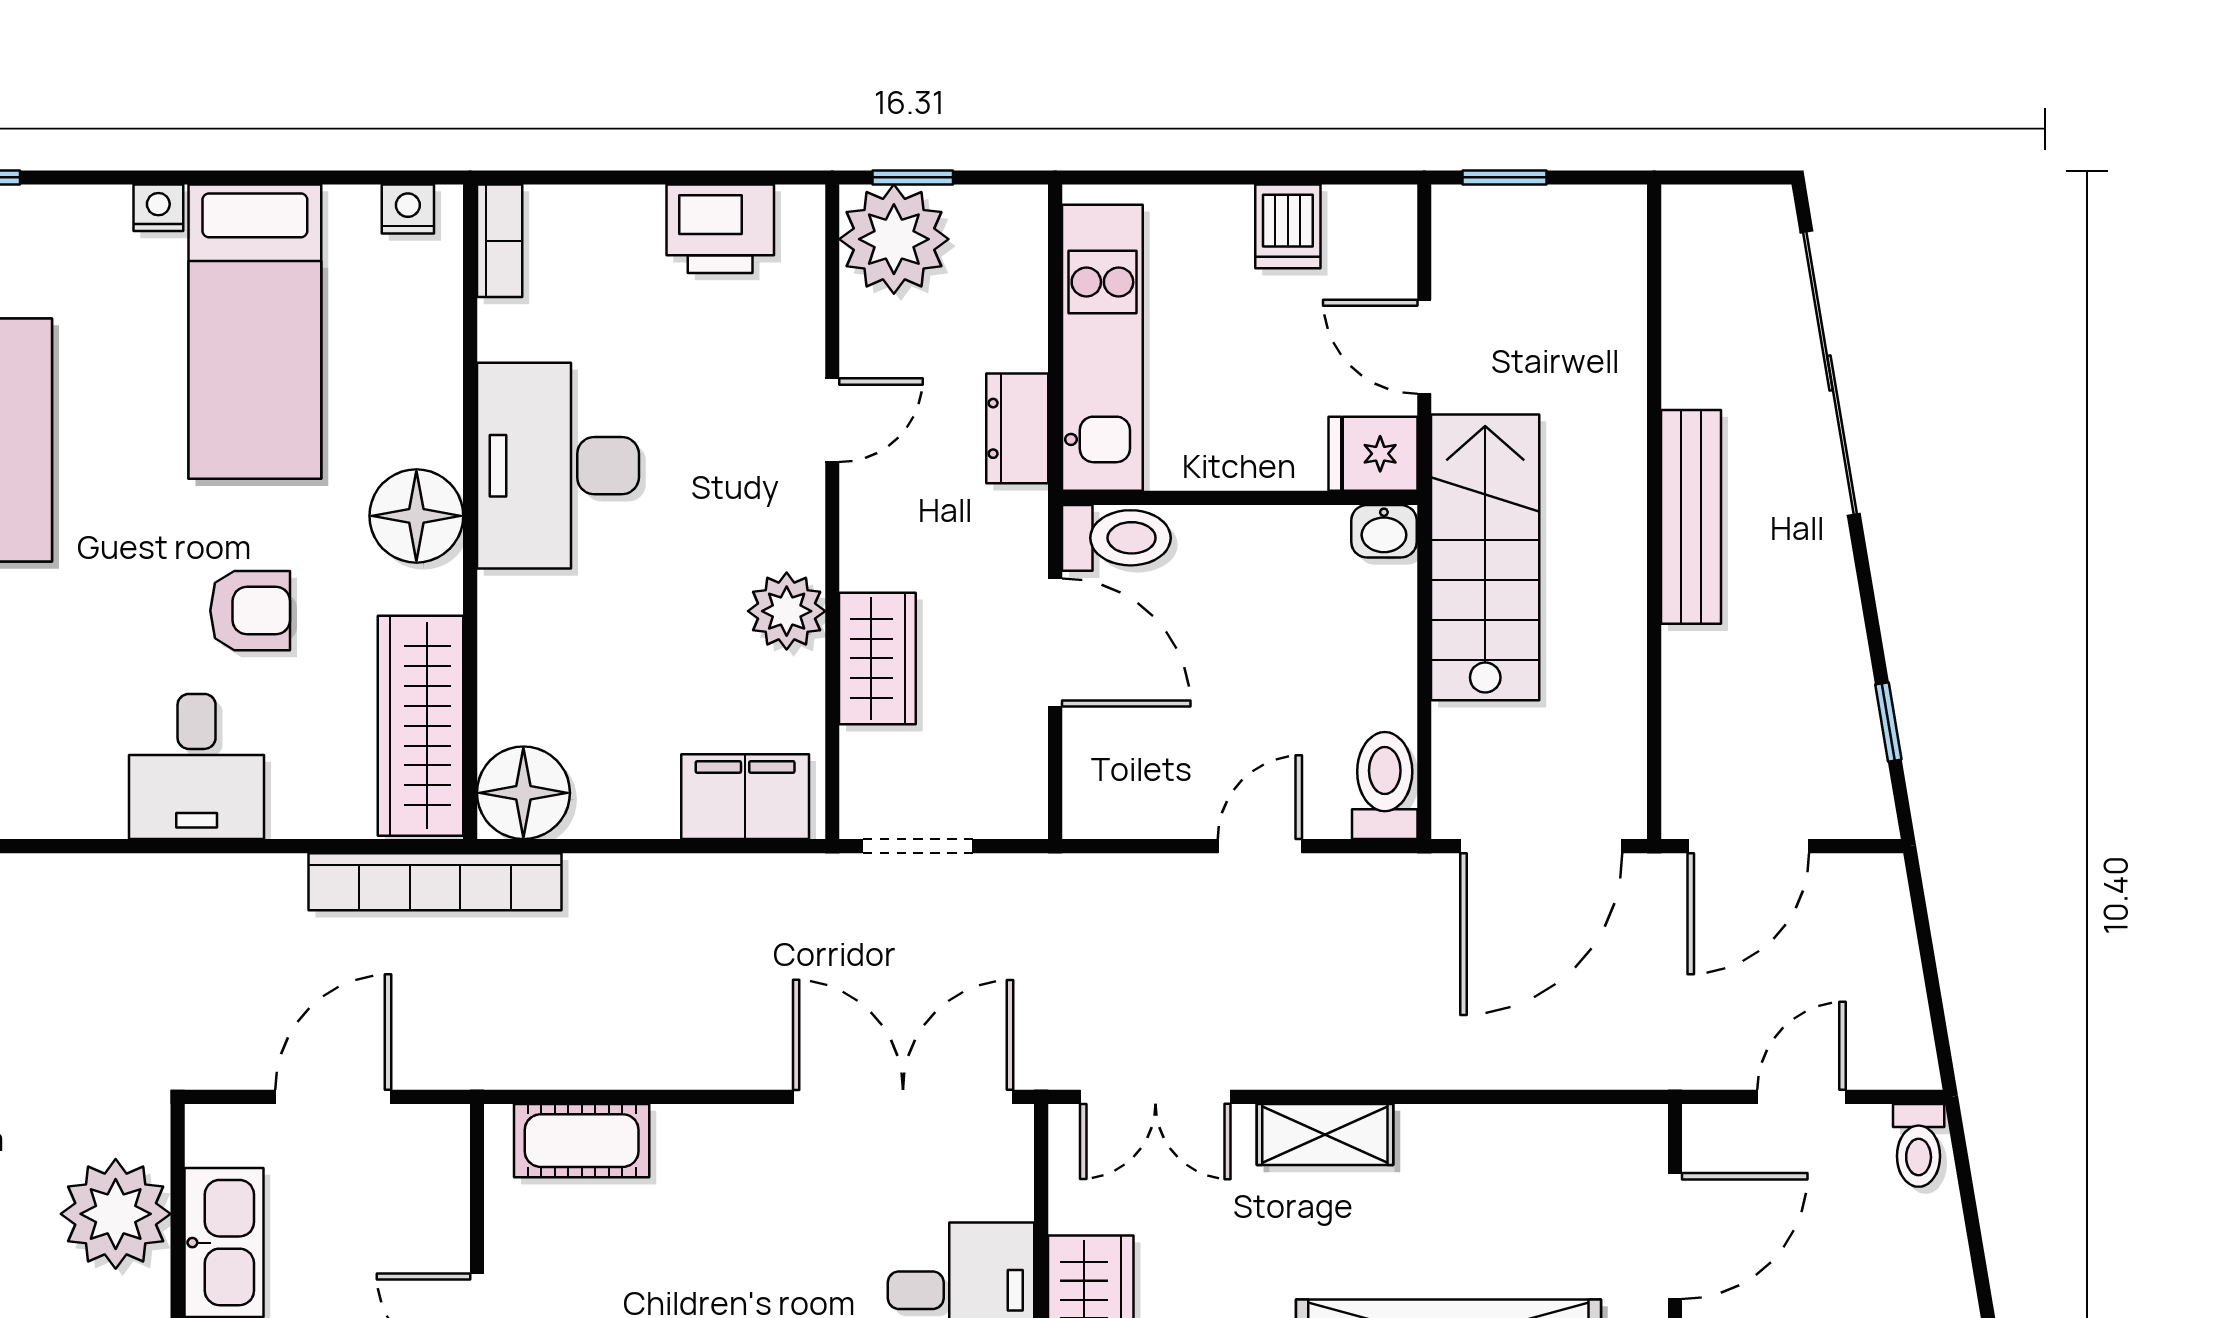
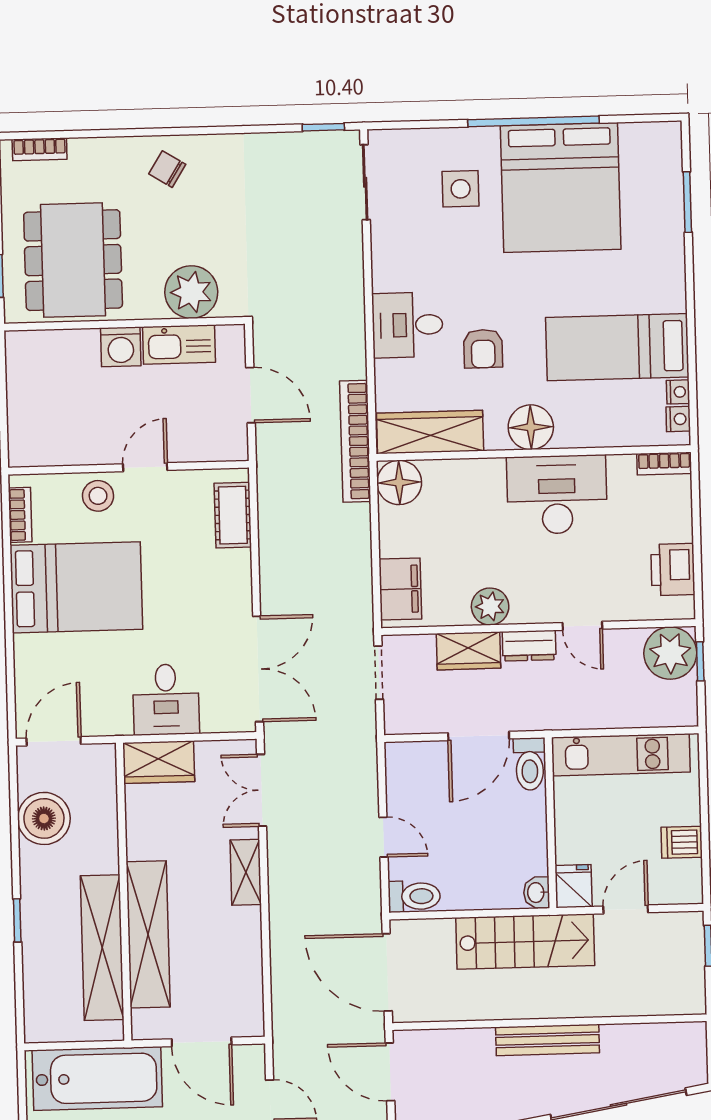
nightstand: (158, 208) -> (678, 392), moved
dresser: (1017, 428) -> (529, 646), moved, turned 180

